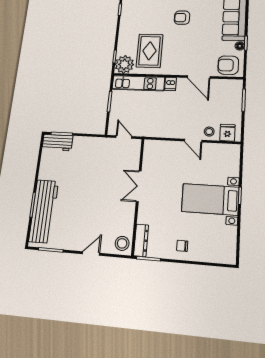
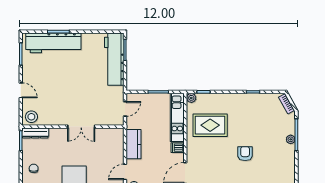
plant: (124, 64) -> (191, 98), width x0.53, depth x0.53
kitchen counter: (163, 130) -> (134, 144), added
workbench: (57, 143) -> (114, 59), width x1.88, depth x1.32
double door: (139, 186) -> (81, 127), swing flipped

